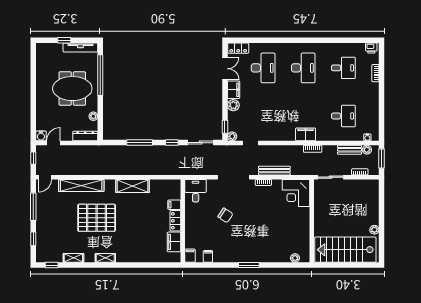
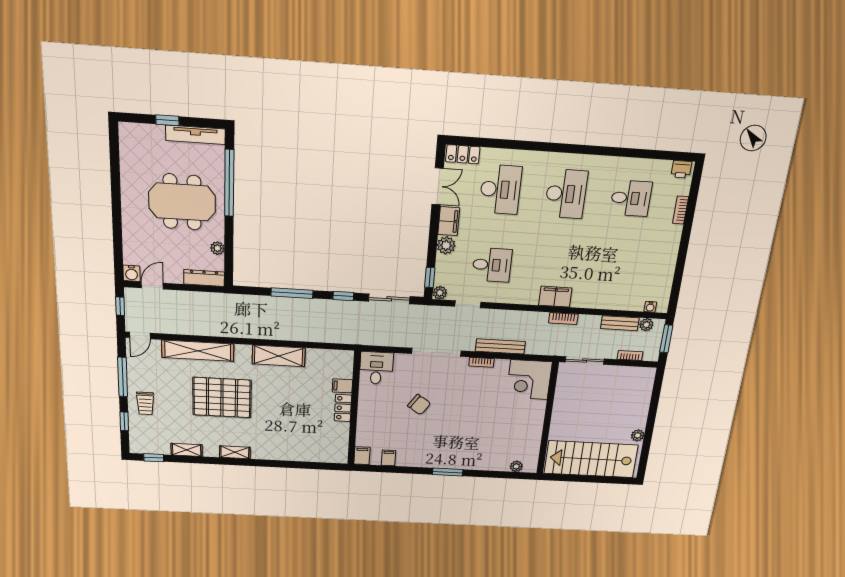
desk: (343, 116) -> (492, 265), moved
trolley: (47, 225) -> (145, 403), added
filing cabinet: (174, 242) -> (339, 436), removed

